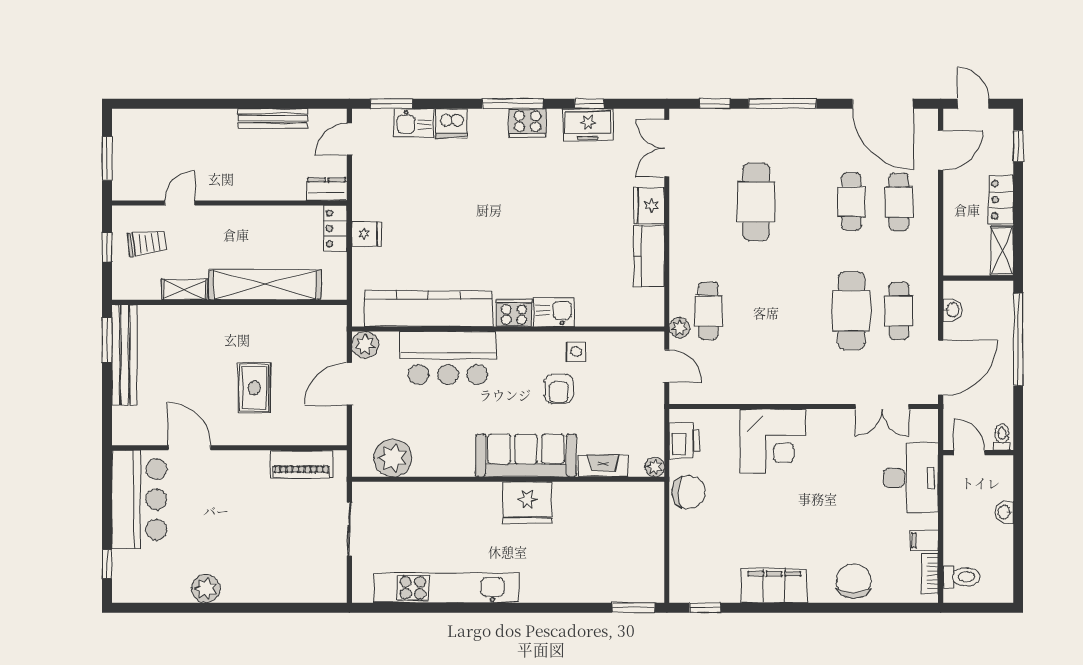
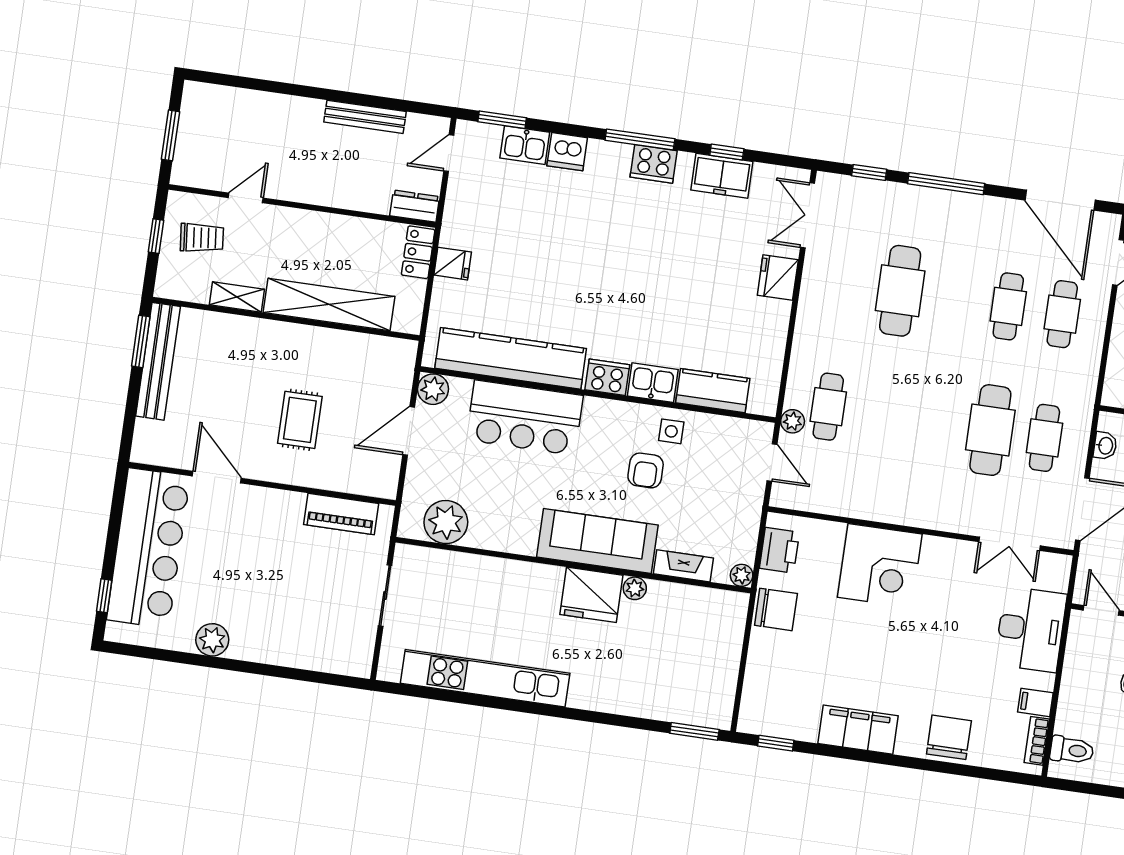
kitchen counter: (649, 256) -> (713, 391), moved, turned 90
plant: (564, 492) -> (635, 588), added
bar counter: (139, 499) -> (148, 548), width x1.36

